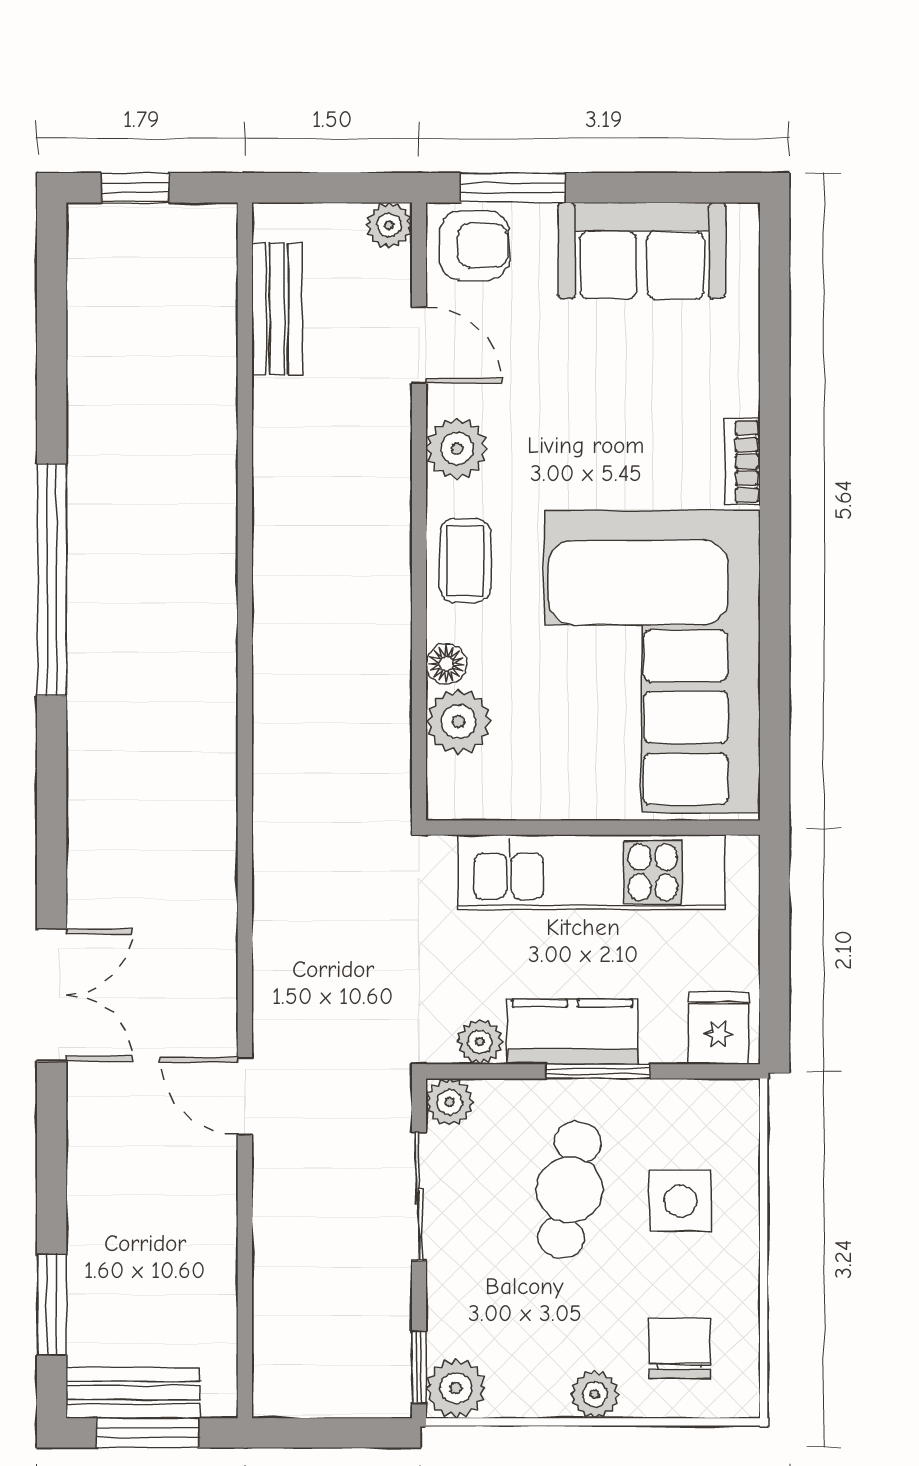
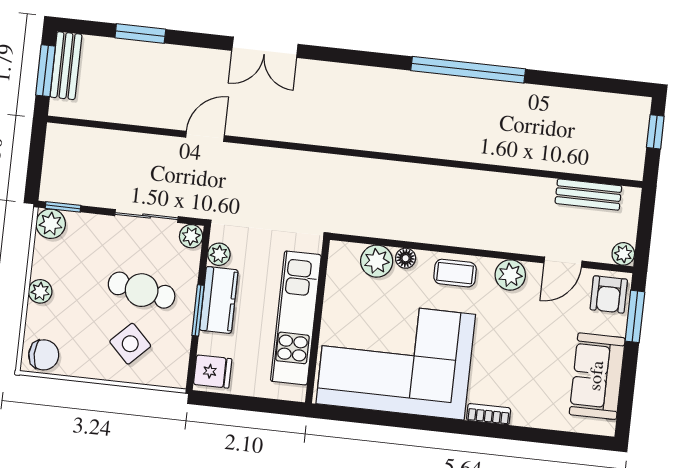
side table: (680, 1201) -> (130, 344), turned 45
window: (52, 1305) -> (140, 34), moved
chair: (680, 1348) -> (44, 355), moved

